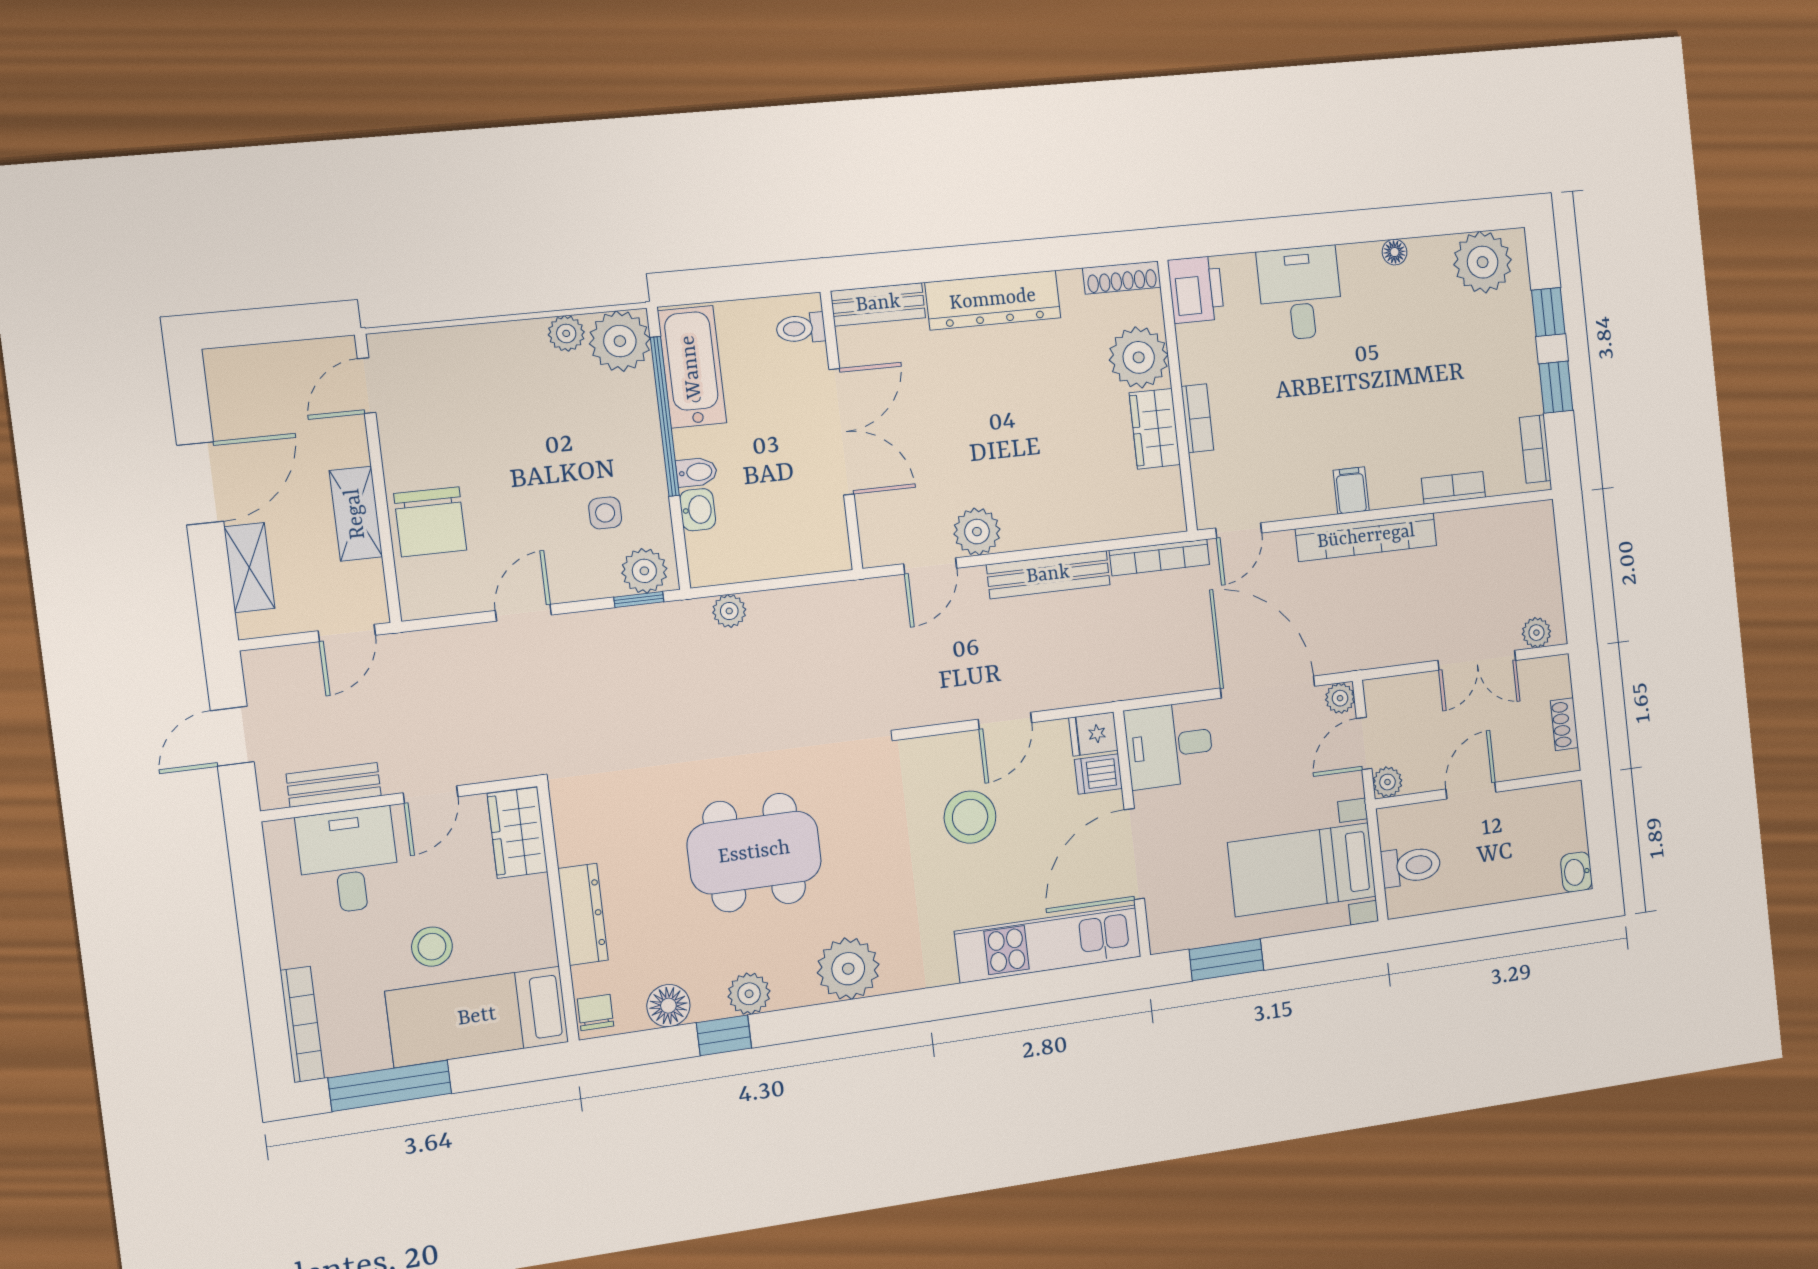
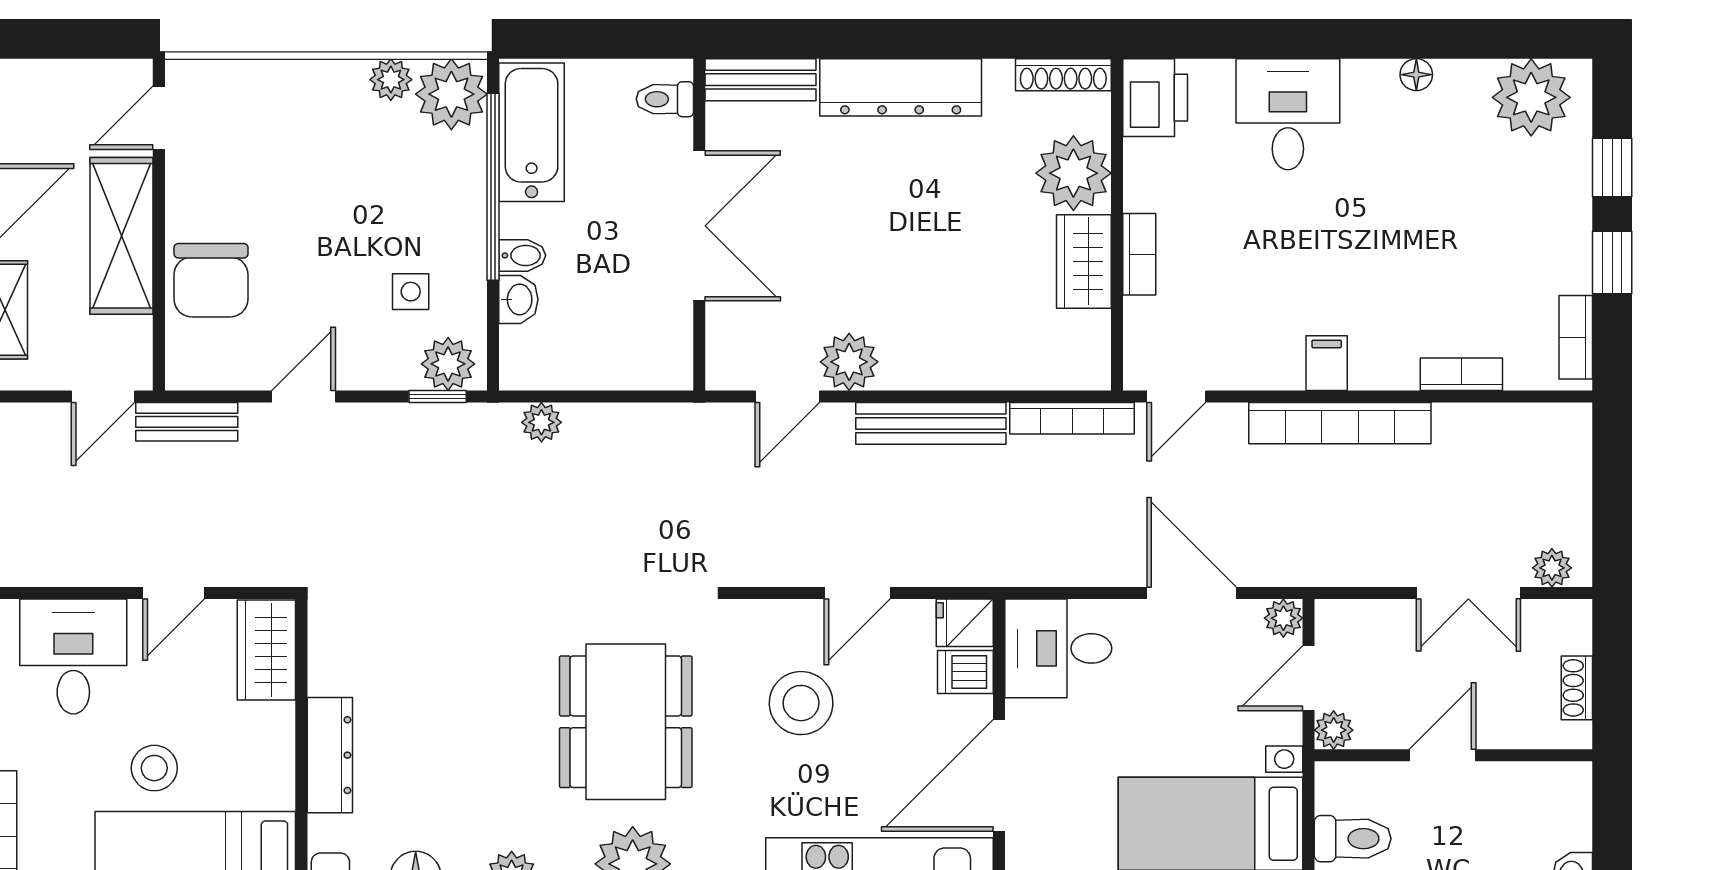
shelving: (356, 514) -> (122, 236), width x1.50, depth x1.33
door: (1268, 687) -> (1192, 593), width x0.73
bench: (334, 785) -> (187, 422), moved
dining table: (754, 853) -> (626, 722), moved, turned 90

